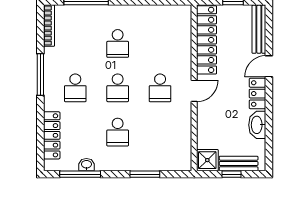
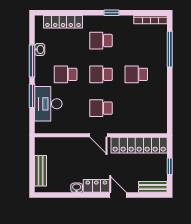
bench: (259, 29) -> (153, 187), width x0.73
window: (40, 75) -> (111, 13), width x0.46
washbasin: (257, 125) -> (77, 188), width x0.52, depth x0.69
desk: (155, 154) -> (48, 104), added
shower: (207, 160) -> (43, 146), removed
window: (80, 174) -> (32, 61), moved
window: (232, 174) -> (32, 165), removed

